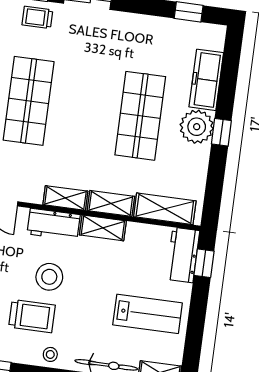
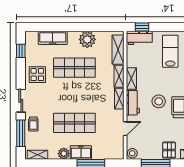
display table: (136, 39) -> (37, 75), added
plant: (197, 127) -> (87, 39), moved
window: (221, 132) -> (77, 27), removed

